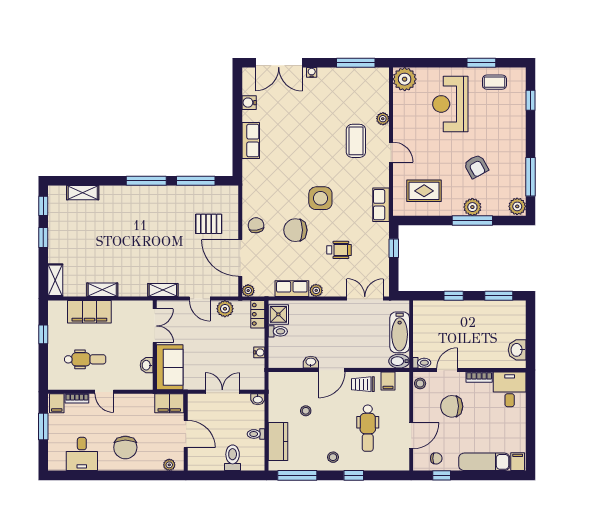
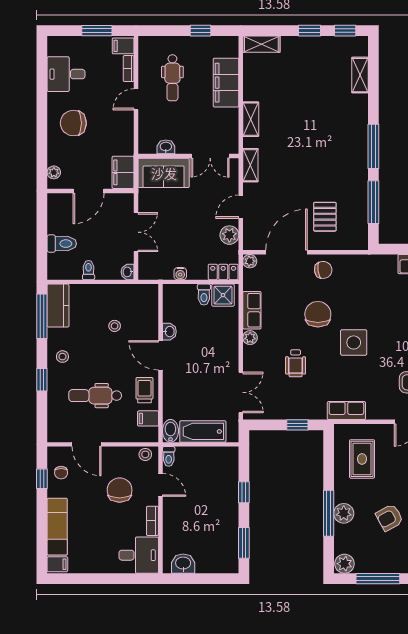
shelving: (102, 290) -> (251, 119), moved
kitchen counter: (278, 442) -> (58, 306), moved, turned -90

